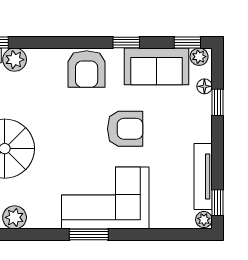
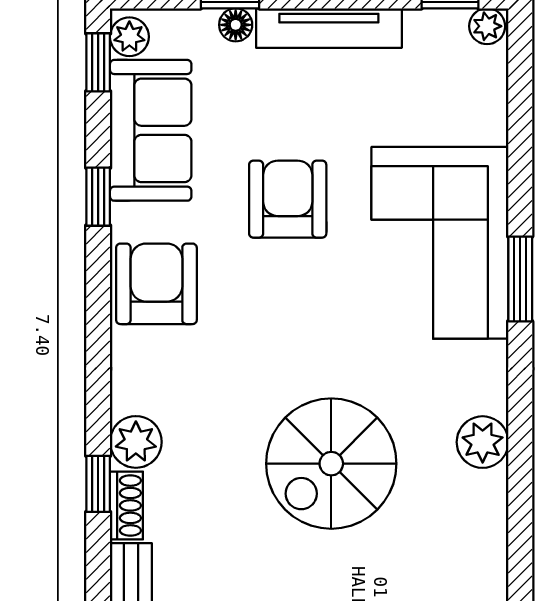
armchair: (87, 69) -> (156, 284), turned -90
floor lamp: (204, 86) -> (236, 25), moved
tv unit: (203, 176) -> (329, 28), moved

